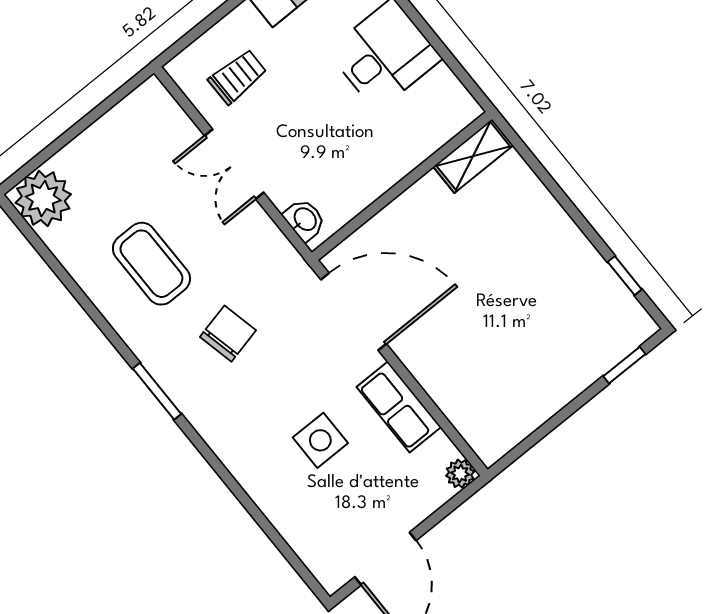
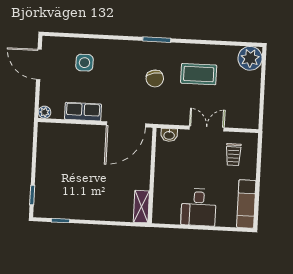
side table: (320, 440) -> (84, 63), moved

